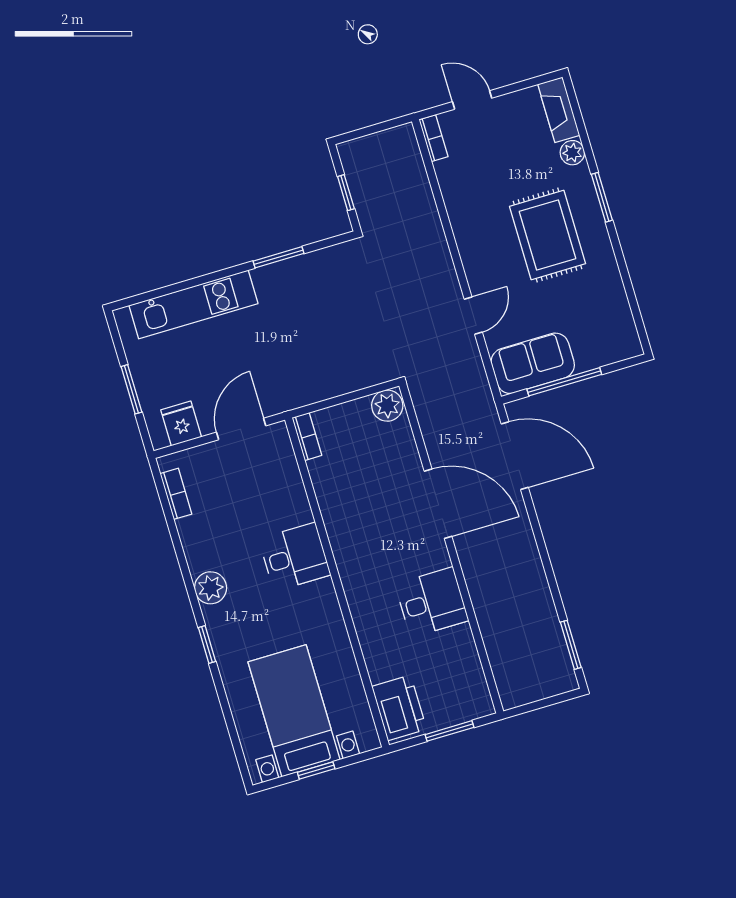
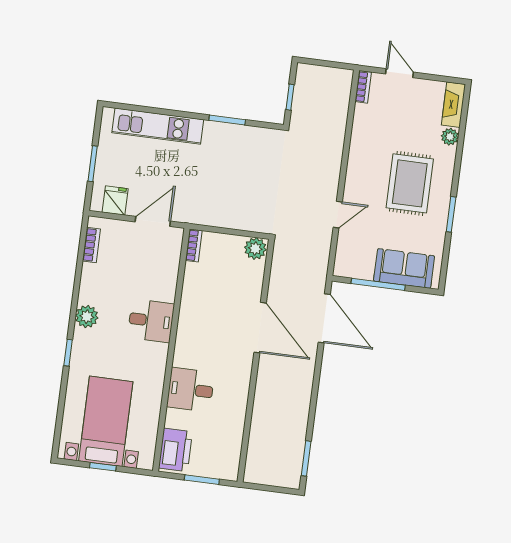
window: (602, 197) -> (451, 214), moved
sofa: (533, 363) -> (404, 268), moved
desk: (432, 602) -> (191, 390), moved, turned 180

